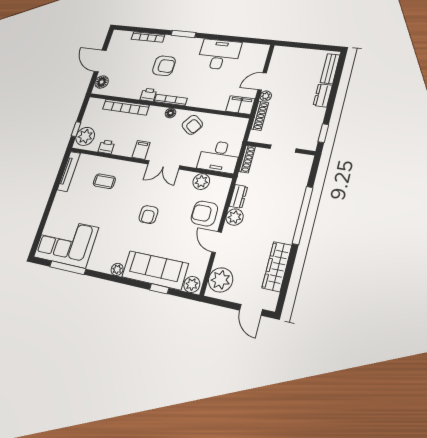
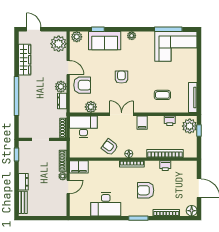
floor lamp: (102, 82) -> (192, 211), moved
printer: (148, 95) -> (165, 166), moved
sofa: (155, 270) -> (105, 41), width x0.73

